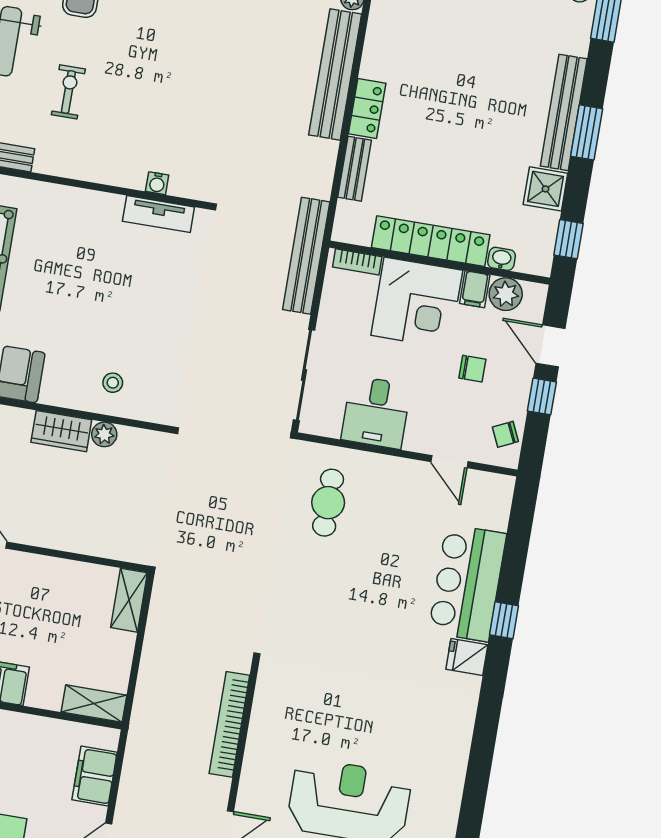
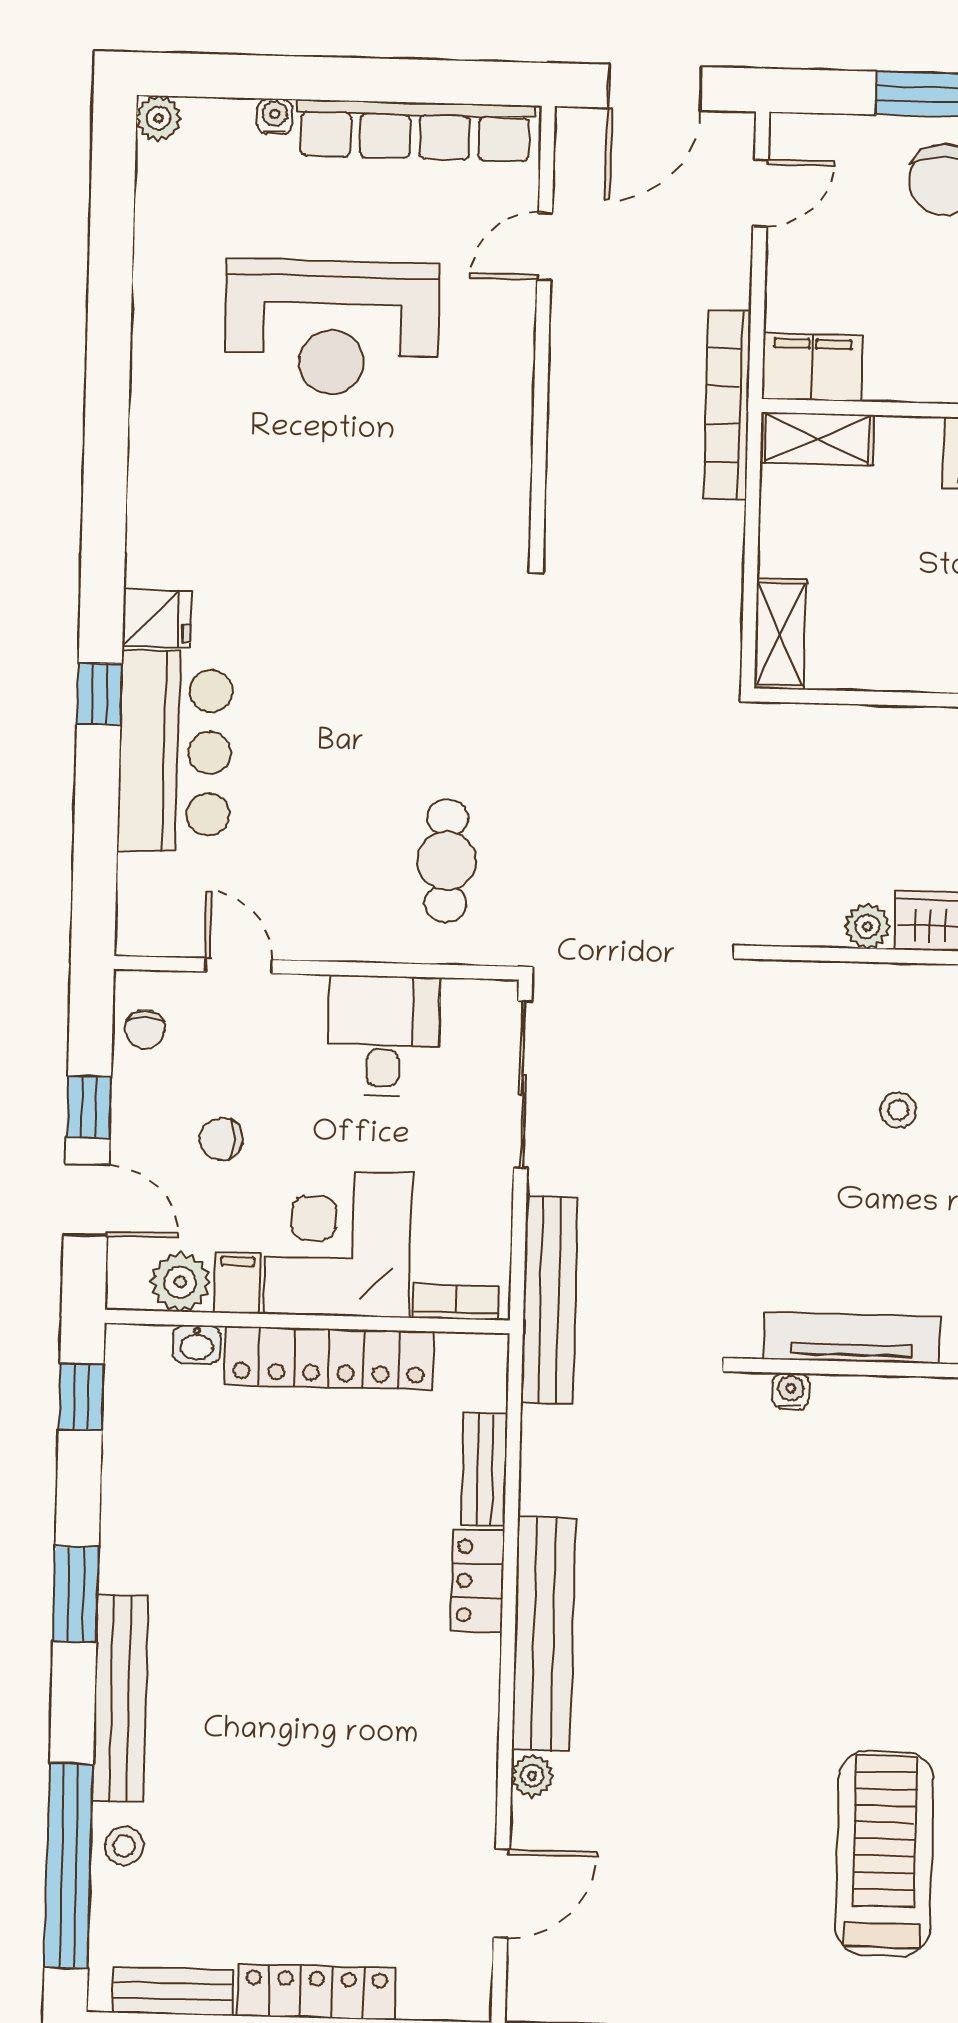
bench: (564, 112) -> (120, 1698), moved
water cooler: (157, 183) -> (791, 1391), moved
shower: (545, 189) -> (135, 1482), removed
tv unit: (158, 214) -> (852, 1338), width x1.41
stool: (113, 383) -> (898, 1110), moved
chair: (505, 434) -> (145, 1029), turned 115
bookcase: (229, 724) -> (727, 405), moved, turned 180
filing cabinet: (95, 776) -> (812, 367), moved, turned -90

